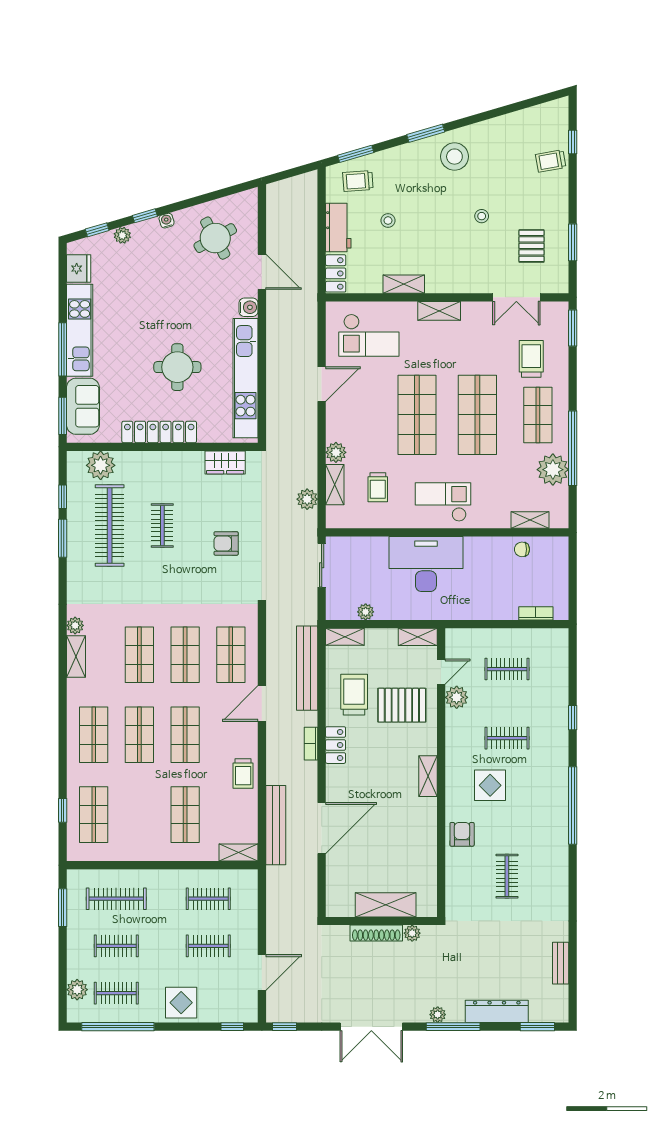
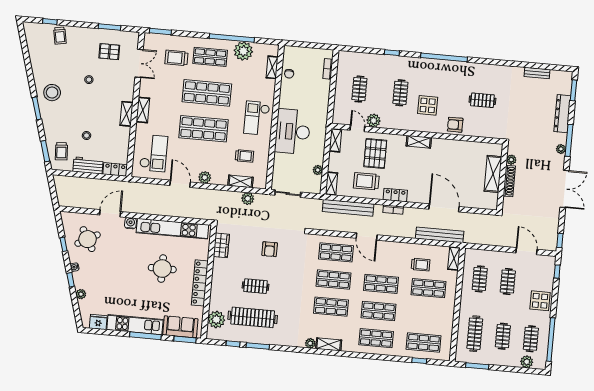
window: (97, 230) -> (64, 244), moved
shelving: (404, 284) -> (127, 114), moved
plant: (336, 452) -> (205, 177), moved
trolley: (243, 774) -> (421, 265), moved

